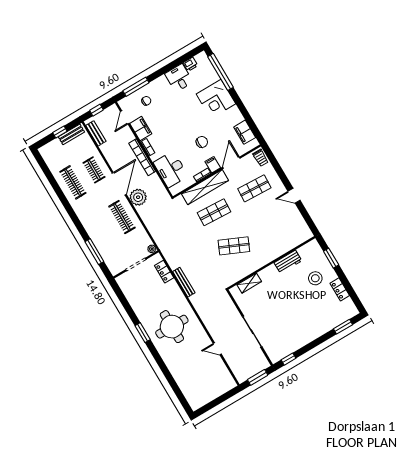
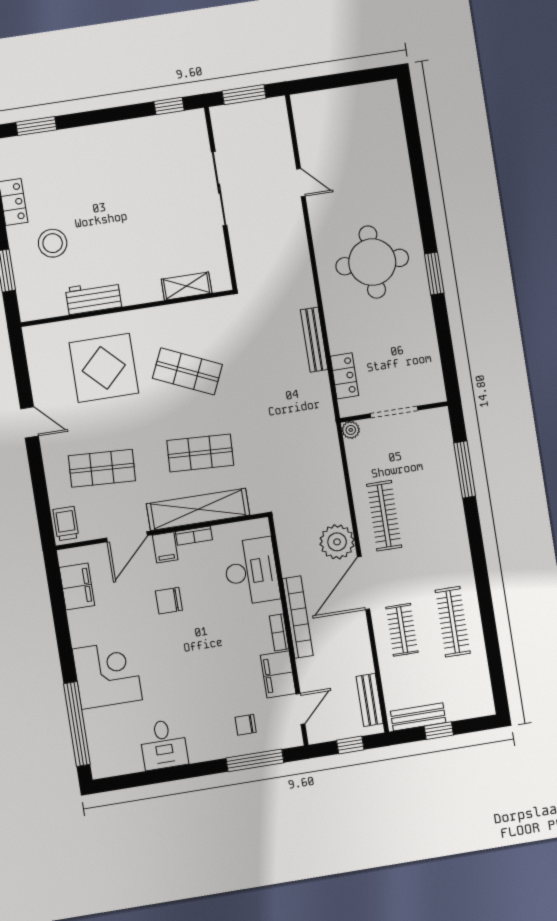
printer: (190, 64) -> (130, 763), removed
display table: (271, 233) -> (104, 368), added

